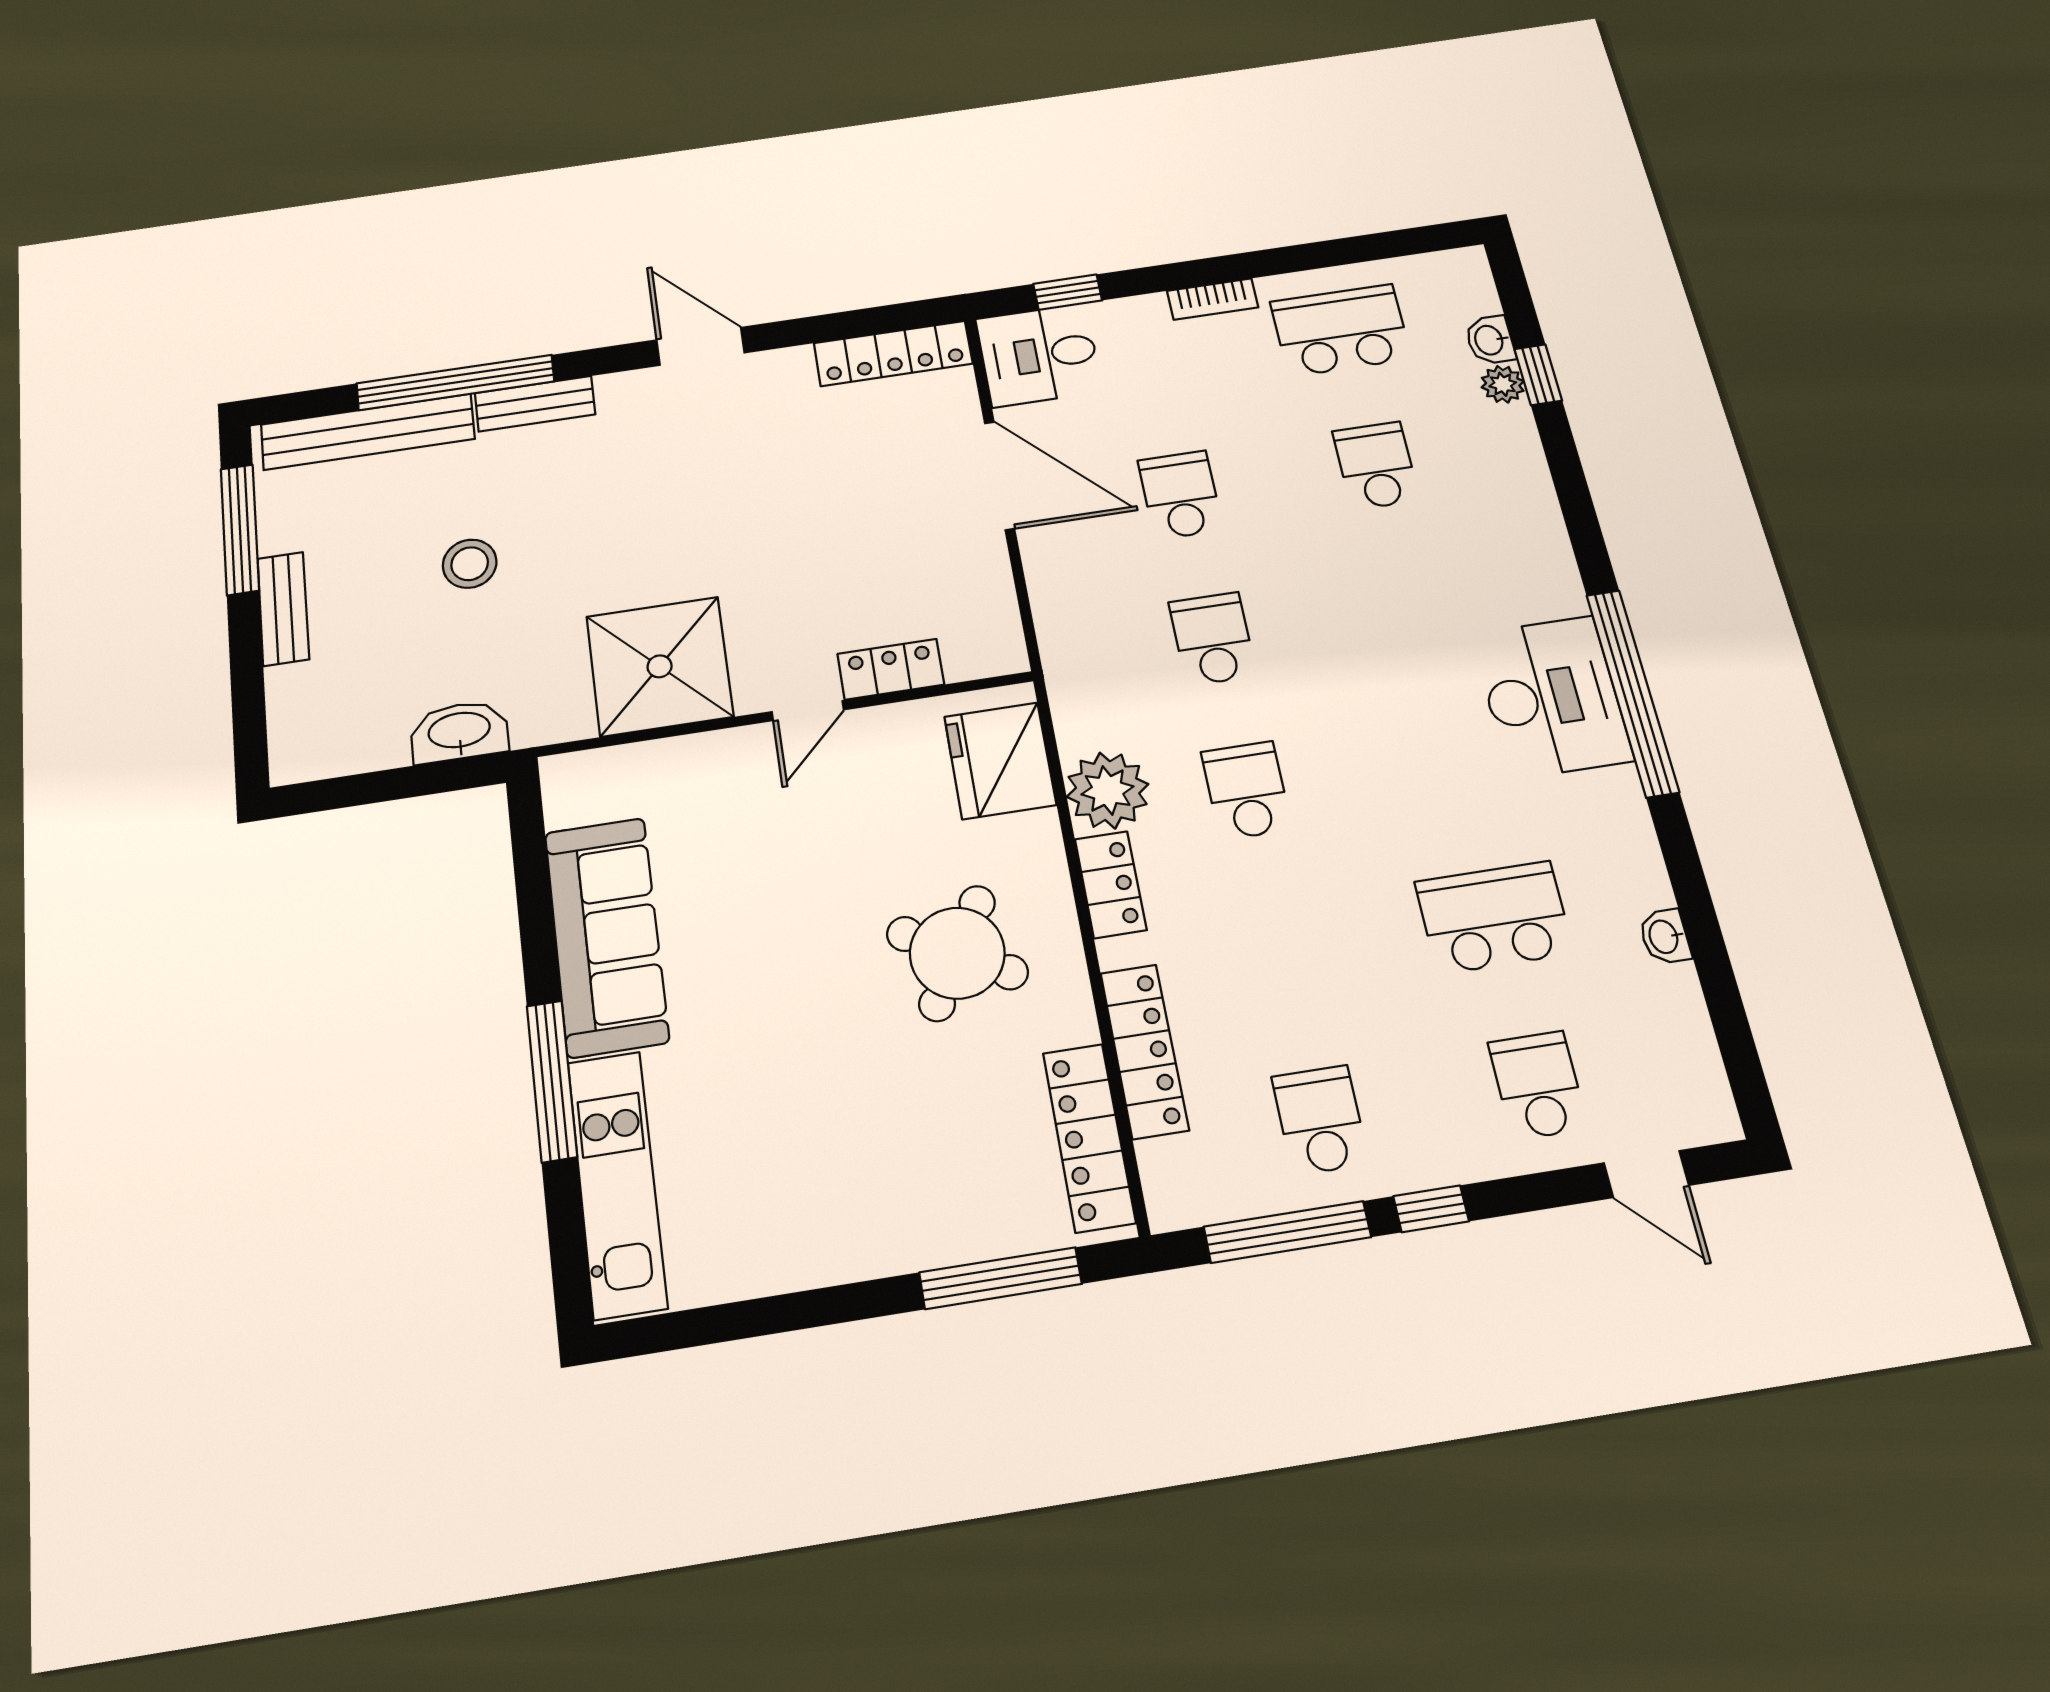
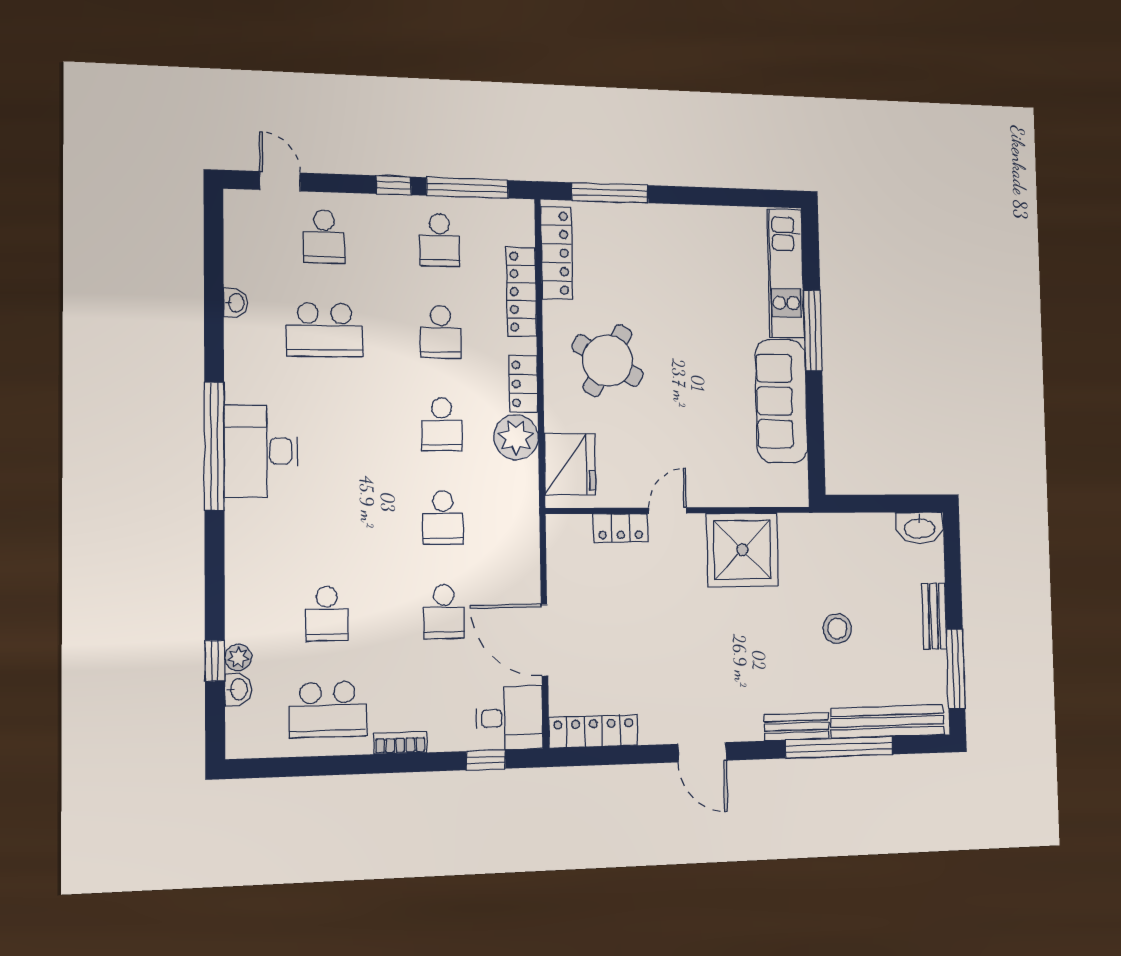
washbasin: (459, 732) -> (919, 528), moved
school desk: (1282, 951) -> (441, 332), added

